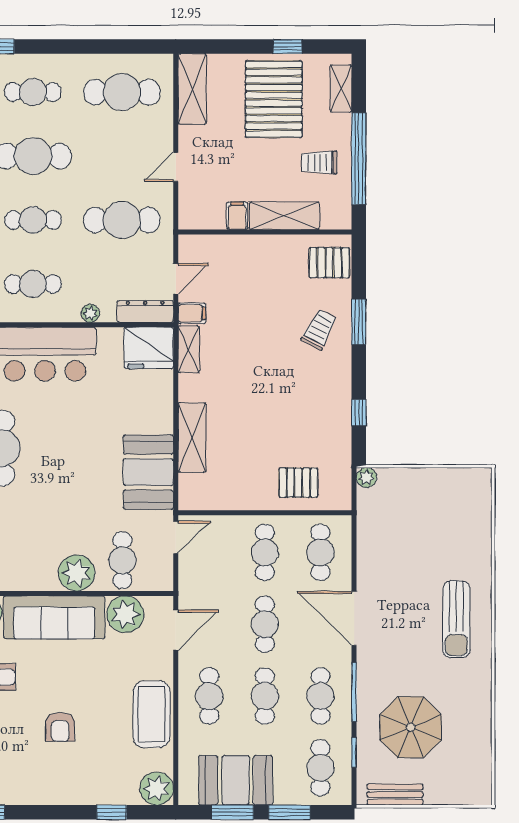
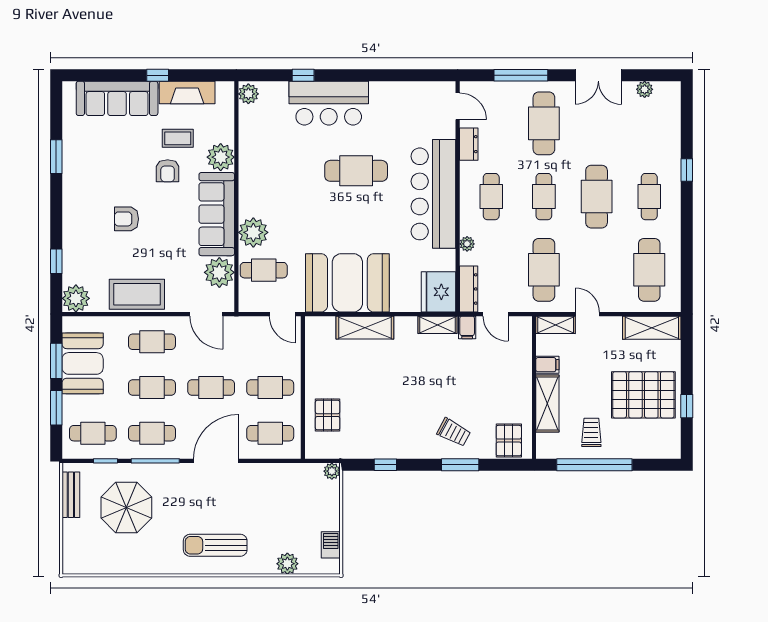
shelving: (341, 88) -> (556, 325), moved
booth: (148, 472) -> (347, 283), width x1.36, depth x1.42
barbecue: (456, 479) -> (331, 545), added
plant: (479, 532) -> (287, 564), added

